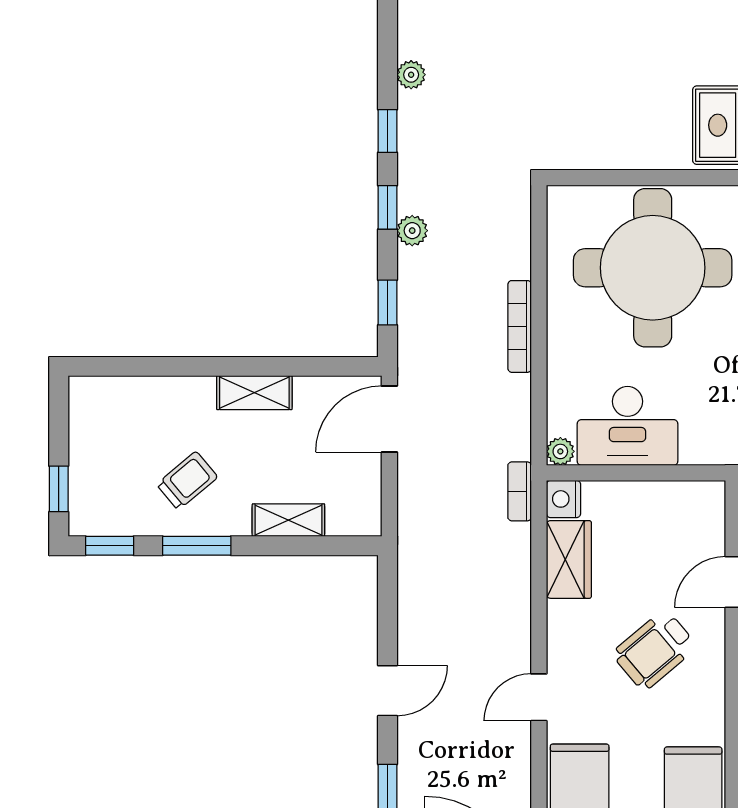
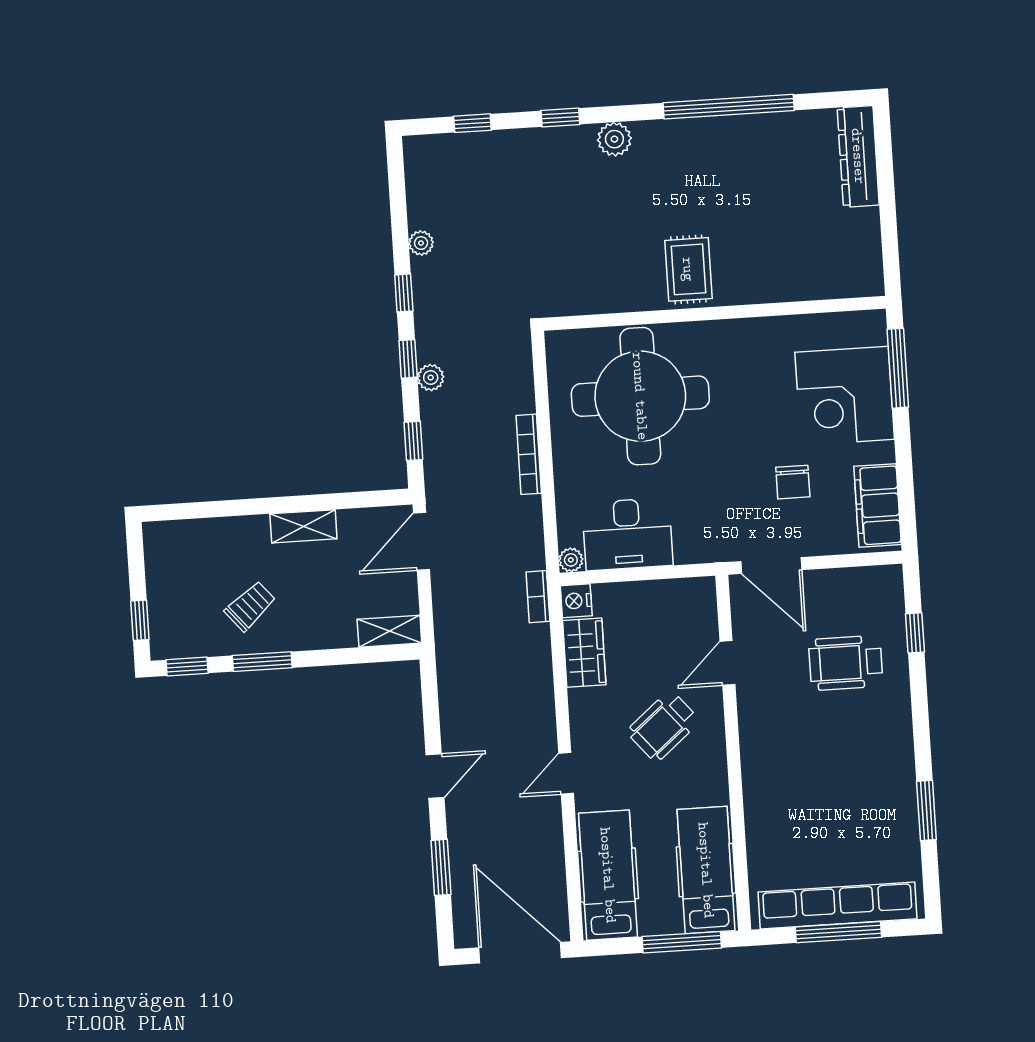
shelving: (288, 520) -> (389, 631), moved

